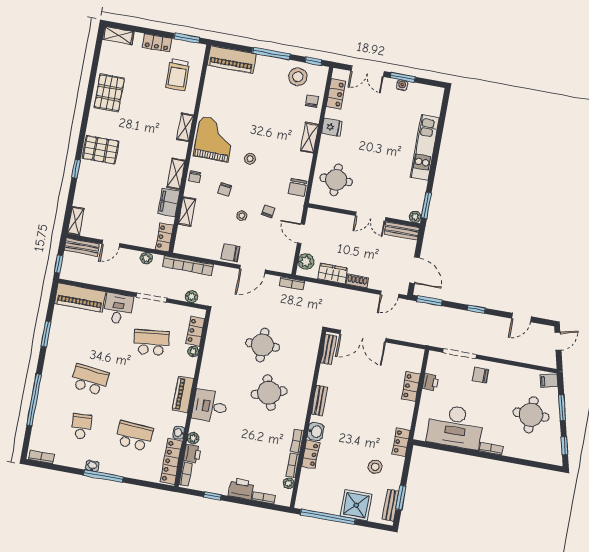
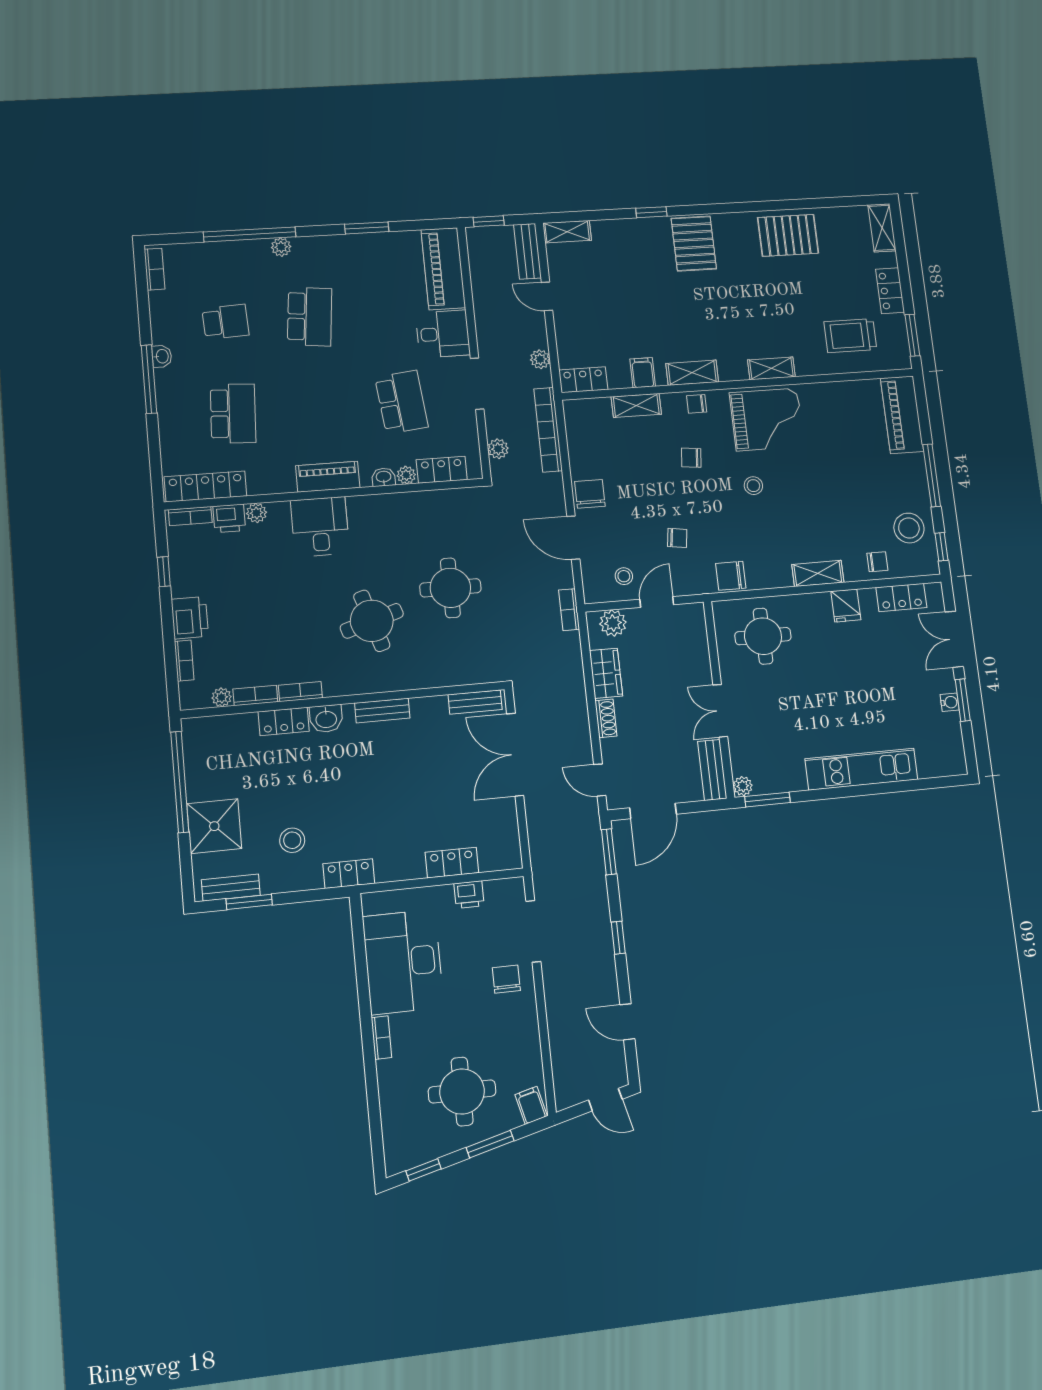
filing cabinet: (169, 202) -> (643, 373), width x0.50
stool: (242, 216) -> (624, 576), moved
plant: (46, 384) -> (281, 247), added
washbasin: (179, 433) -> (384, 477), moved

